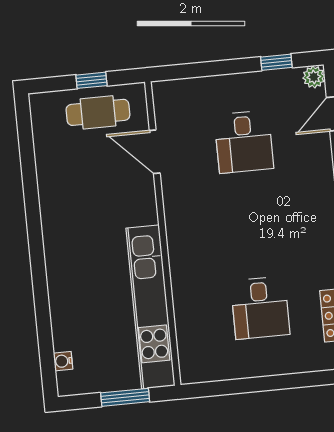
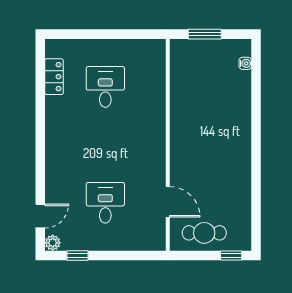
window: (91, 80) -> (231, 255), moved
kitchen unit: (150, 307) -> (181, 95), removed

